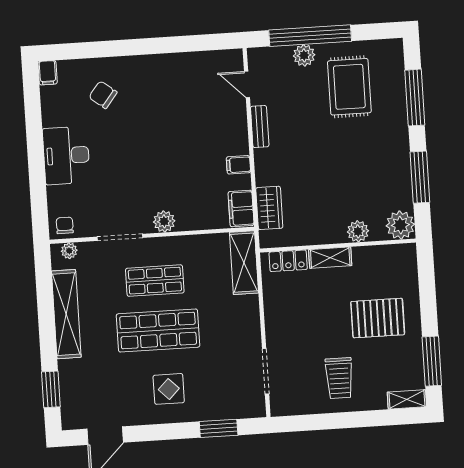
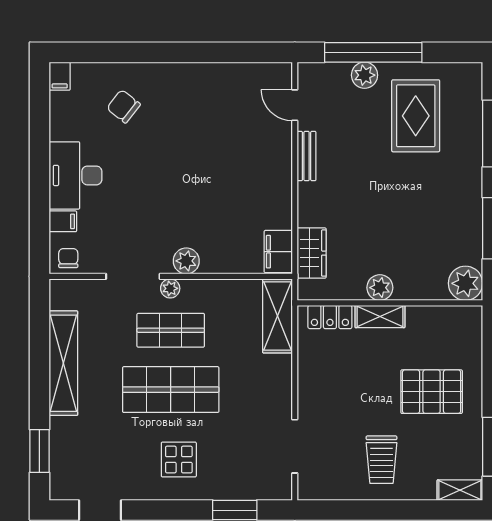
filing cabinet: (238, 165) -> (63, 221), moved, turned 180
plant: (358, 231) -> (380, 288), moved
plant: (69, 251) -> (170, 288), moved

